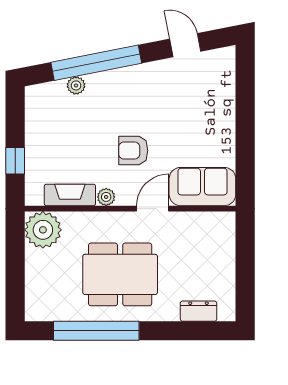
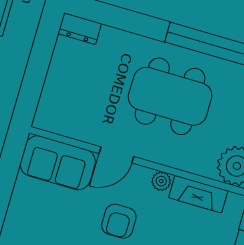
armchair: (133, 151) -> (119, 221), turned 90
dresser: (198, 311) -> (80, 29), moved

